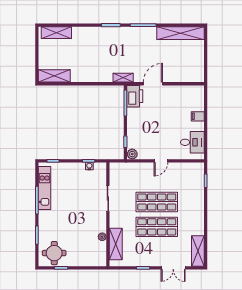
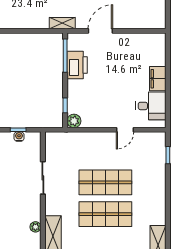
printer: (135, 96) -> (77, 65), moved
filing cabinet: (198, 116) -> (158, 79), width x2.00
door: (161, 161) -> (125, 130), moved

